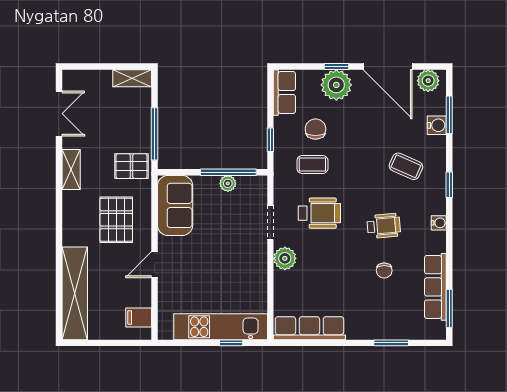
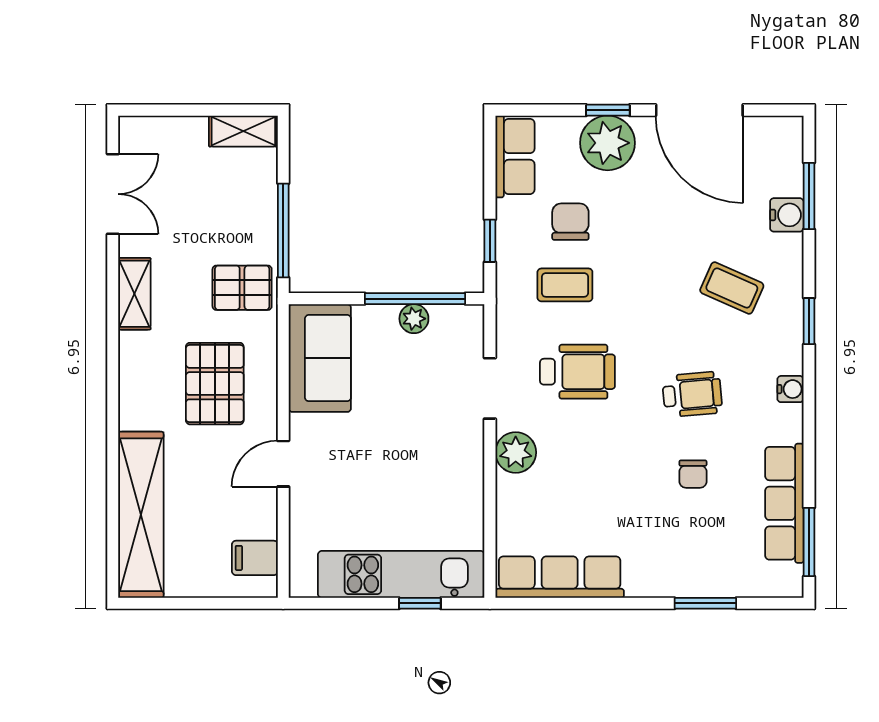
plant: (428, 81) -> (771, 135), removed

